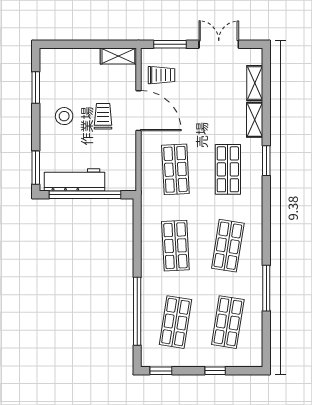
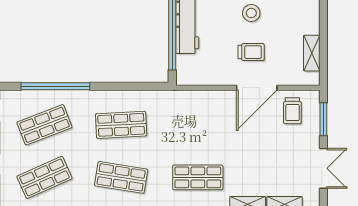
shelving: (118, 56) -> (312, 53), moved
shop shelf: (175, 169) -> (198, 125), removed
shop shelf: (175, 322) -> (44, 125), turned -30
shop shelf: (228, 322) -> (44, 177), turned -33

